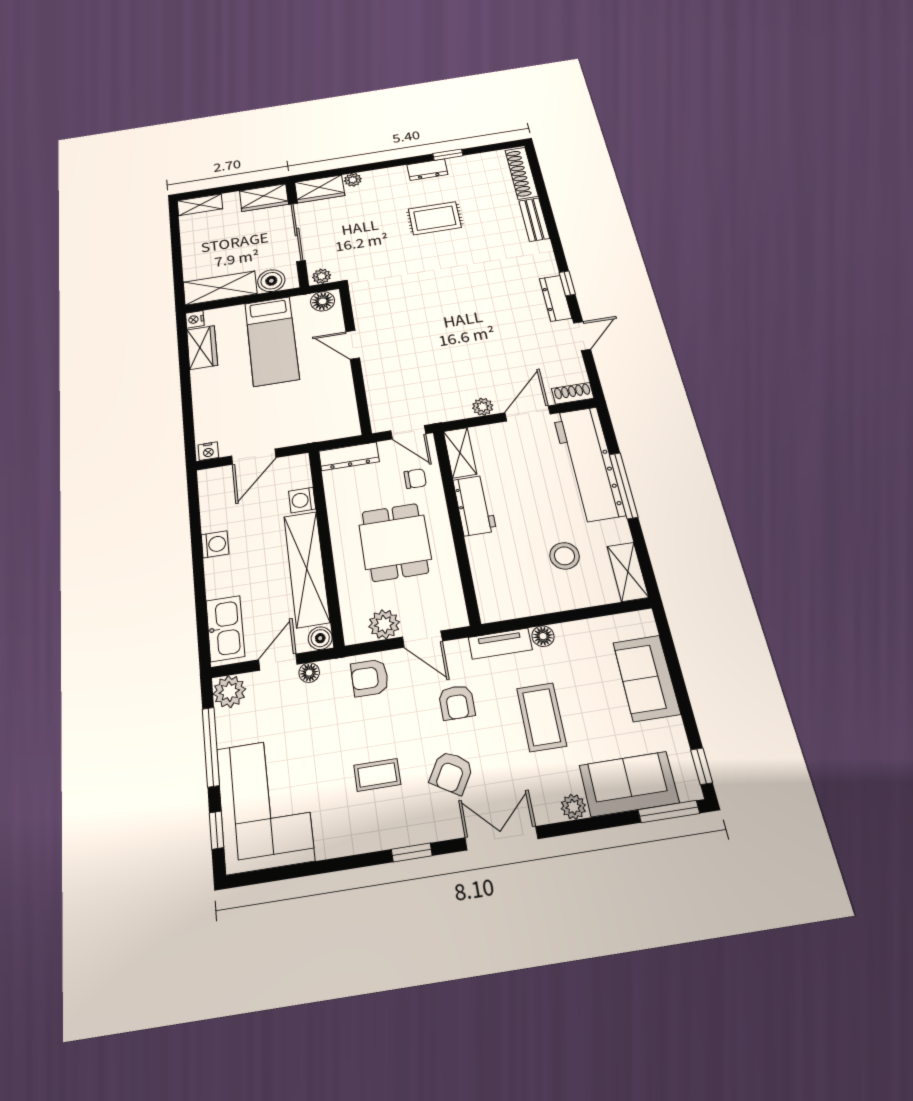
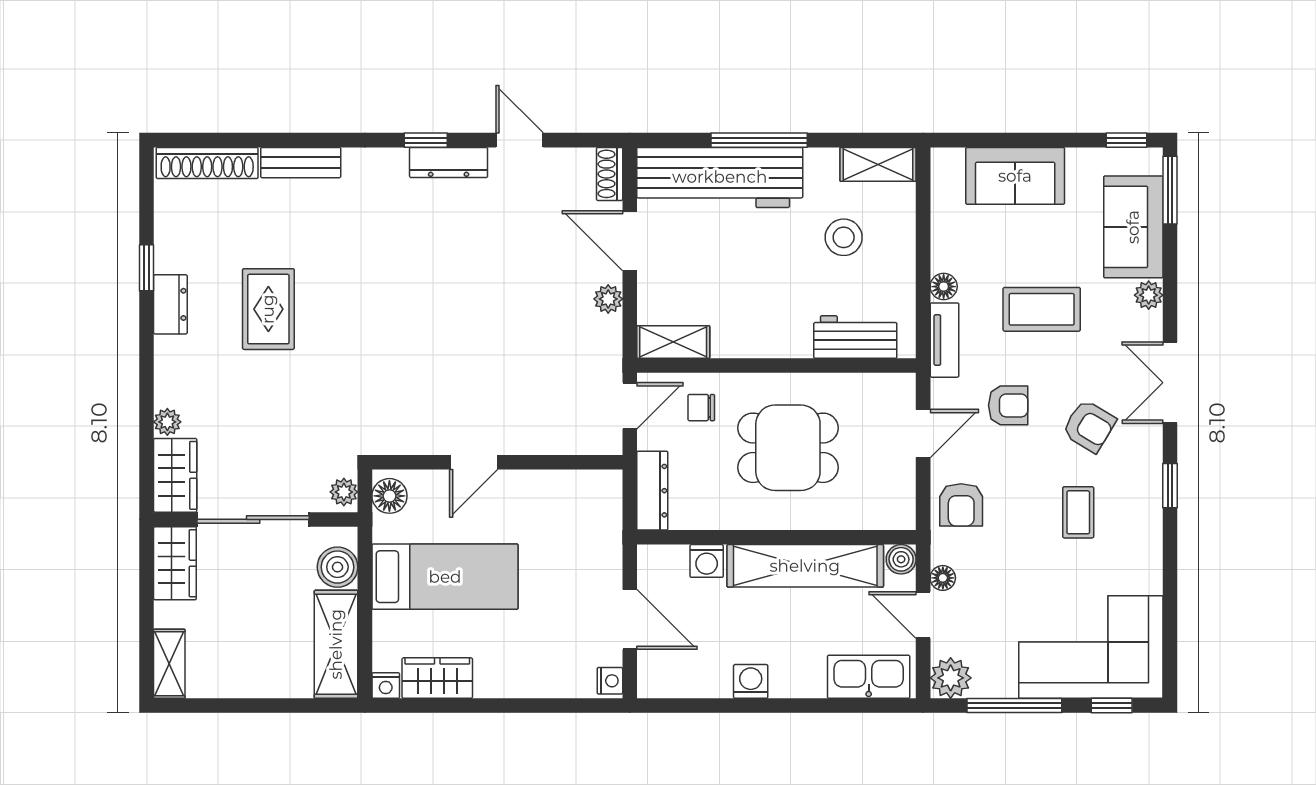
chair: (415, 479) -> (701, 408), turned -90
workbench: (475, 505) -> (855, 337), moved
plant: (384, 624) -> (896, 478), removed

